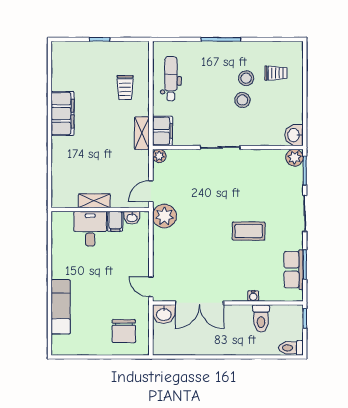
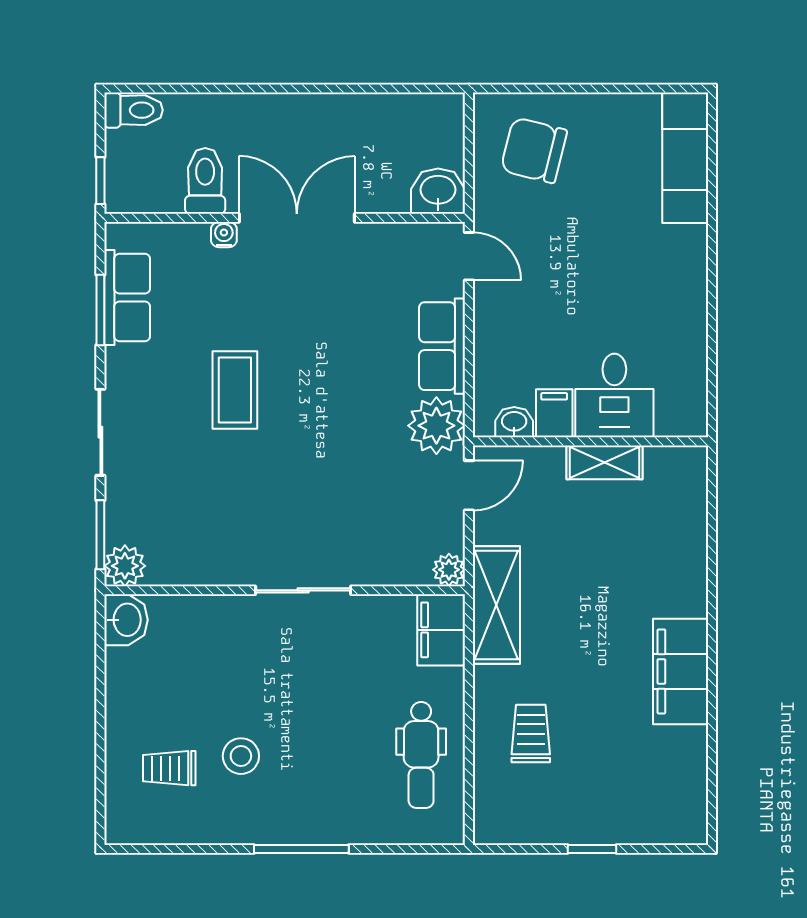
stool: (242, 100) -> (250, 704), removed
shelving: (142, 133) -> (496, 605), width x1.50, depth x1.33
coffee table: (249, 231) -> (235, 390), turned 90
row of seats: (162, 249) -> (442, 346), added
double door: (200, 303) -> (297, 218), moved
exam couch: (61, 307) -> (685, 158), moved
chair: (124, 331) -> (534, 150), turned -76

